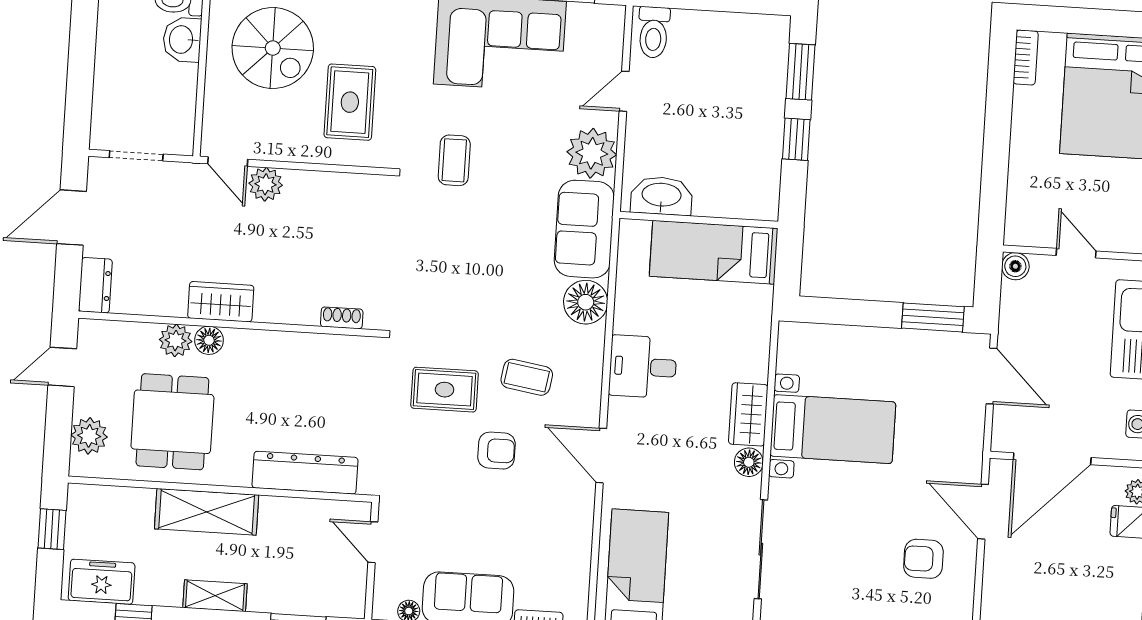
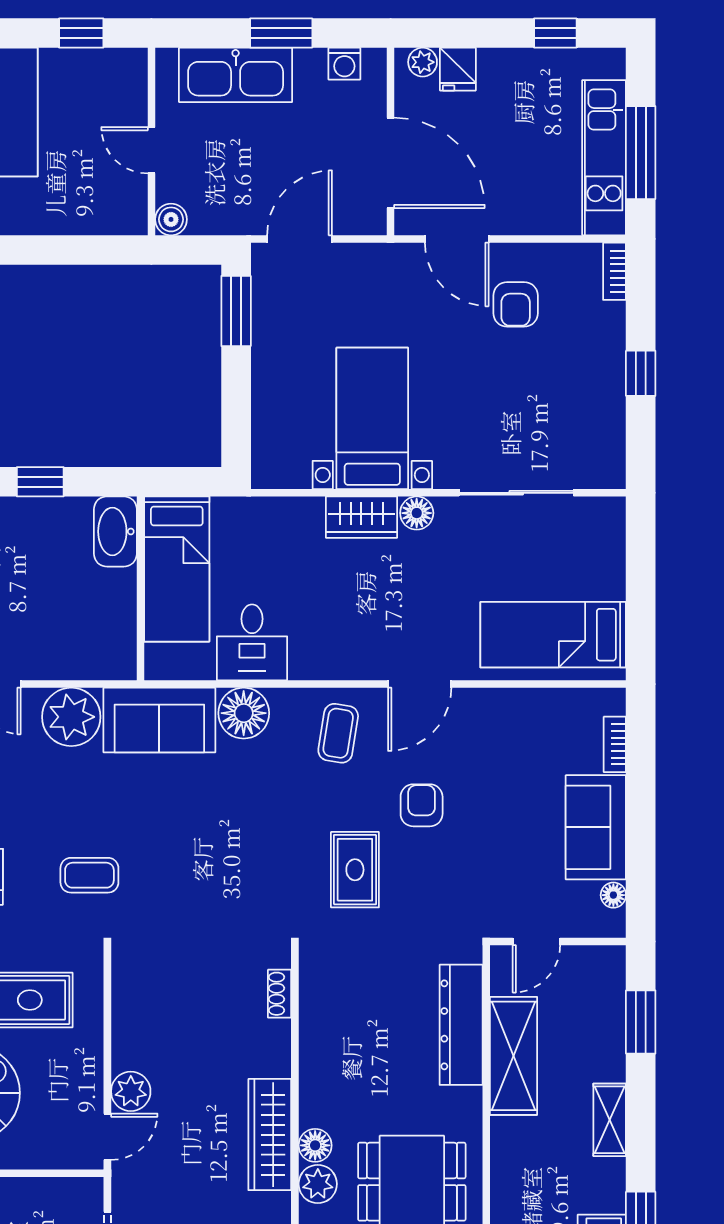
washbasin: (662, 196) -> (115, 531), moved
door: (1076, 253) -> (151, 150), hinge flipped
wardrobe: (221, 302) -> (270, 1135), width x1.50
desk: (643, 367) -> (252, 642), moved
coffee table: (527, 377) -> (338, 733), moved
shelving: (207, 512) -> (513, 1056), moved
door: (983, 512) -> (457, 239), hinge flipped

